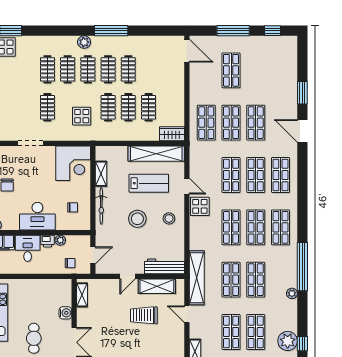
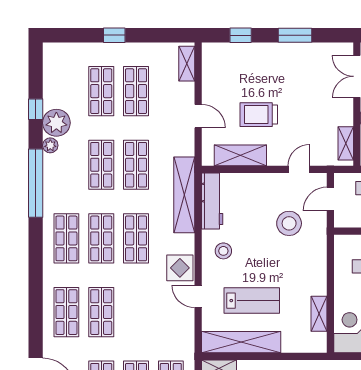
shop shelf: (231, 175) -> (136, 312), removed
lab bench: (149, 183) -> (252, 301), turned 180
bicycle: (101, 206) -> (319, 269), removed
stool: (137, 219) -> (289, 223), moved
workbench: (164, 266) -> (212, 201), moved, turned -90
door: (127, 276) -> (299, 169), moved
shelving: (197, 278) -> (184, 195), moved
trolley: (144, 315) -> (259, 115), turned 180
plant: (288, 341) -> (56, 123), moved
window: (302, 344) -> (36, 109), moved

